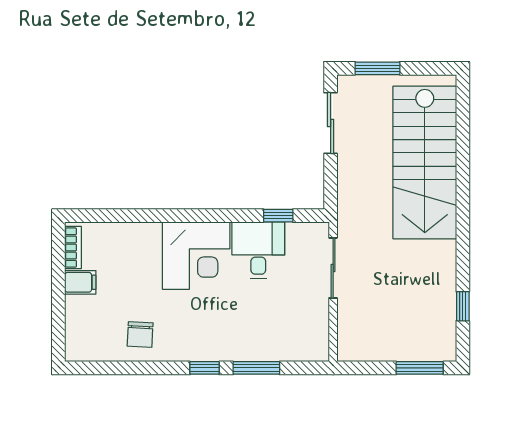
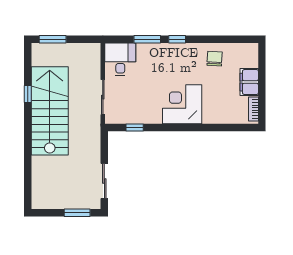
stairs: (425, 163) -> (50, 111), moved
desk: (258, 250) -> (120, 59), moved, turned 180
filing cabinet: (80, 282) -> (249, 82), width x2.00
window: (463, 306) -> (28, 94), moved

